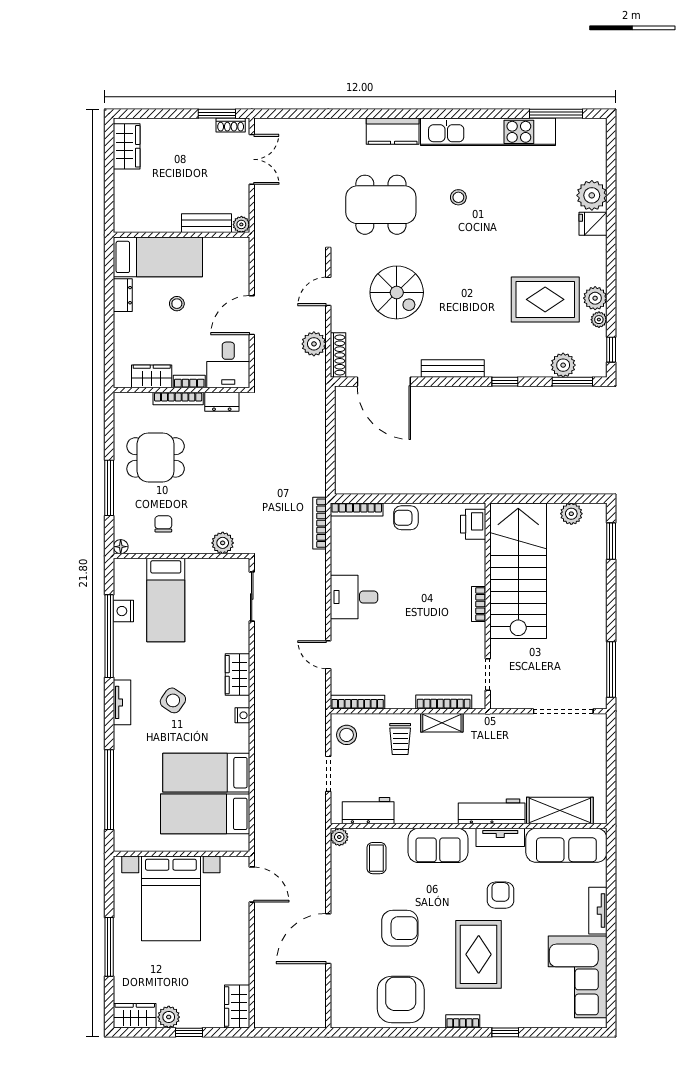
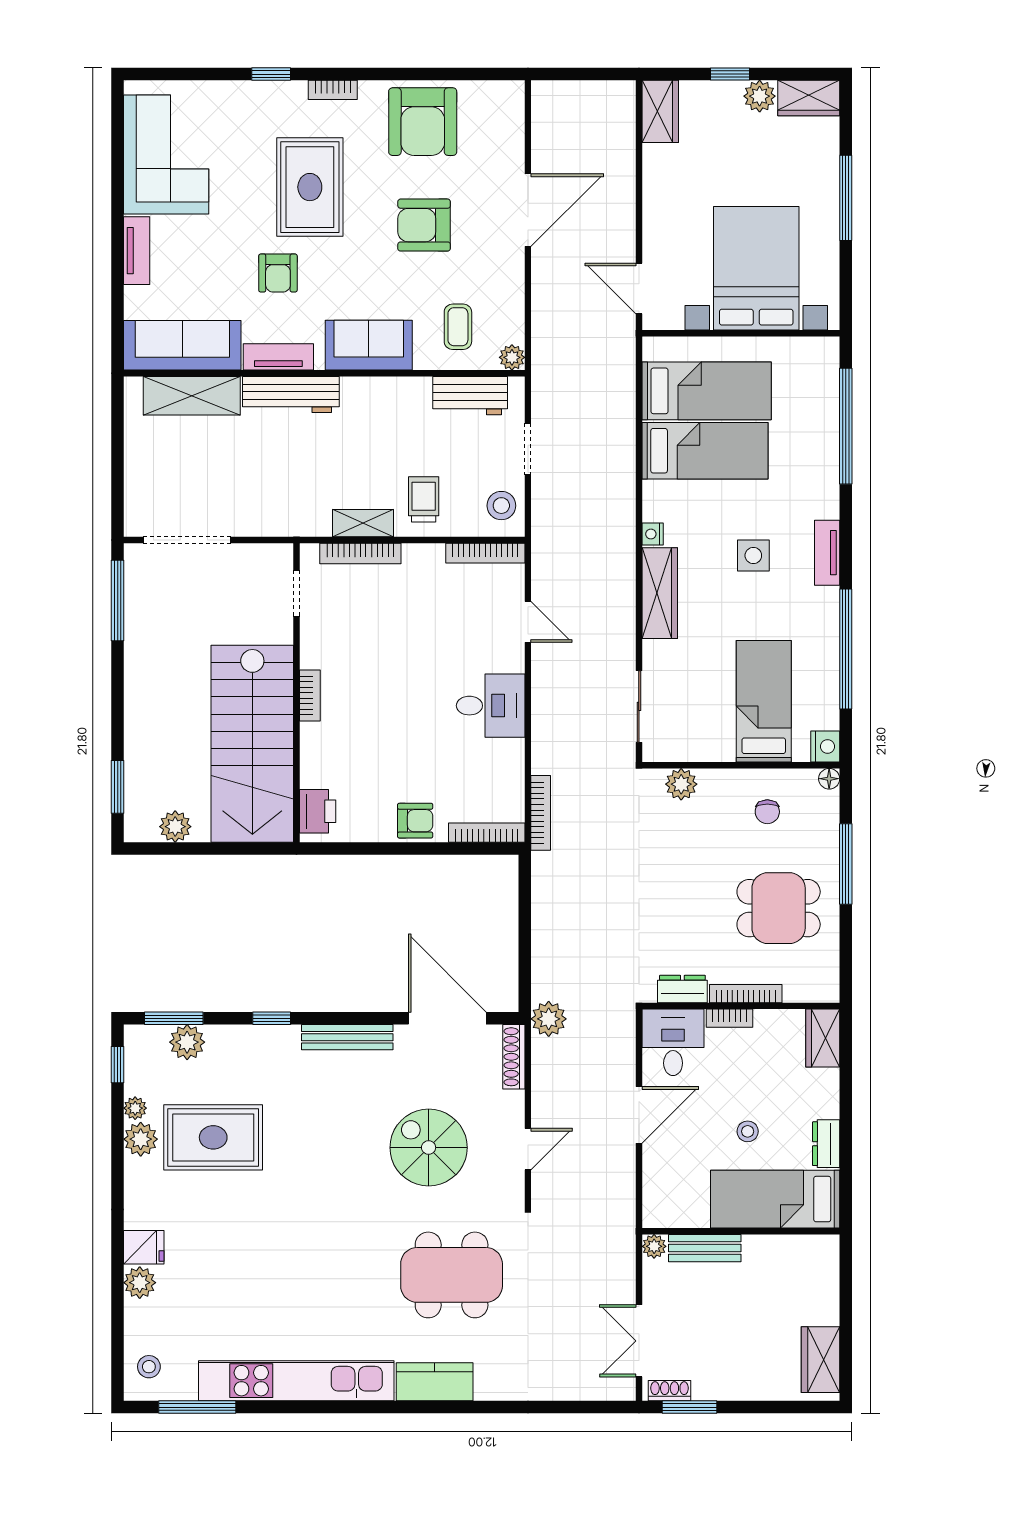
plant: (592, 195) -> (140, 1283), width x0.73, depth x0.73
stool: (458, 197) -> (149, 1367), moved
plant: (314, 344) -> (549, 1019), moved
wardrobe: (152, 376) -> (823, 1038), moved, turned 90
nightstand: (123, 611) -> (825, 746), moved
wardrobe: (237, 675) -> (660, 593), width x1.50
side table: (173, 700) -> (753, 556), turned -34

